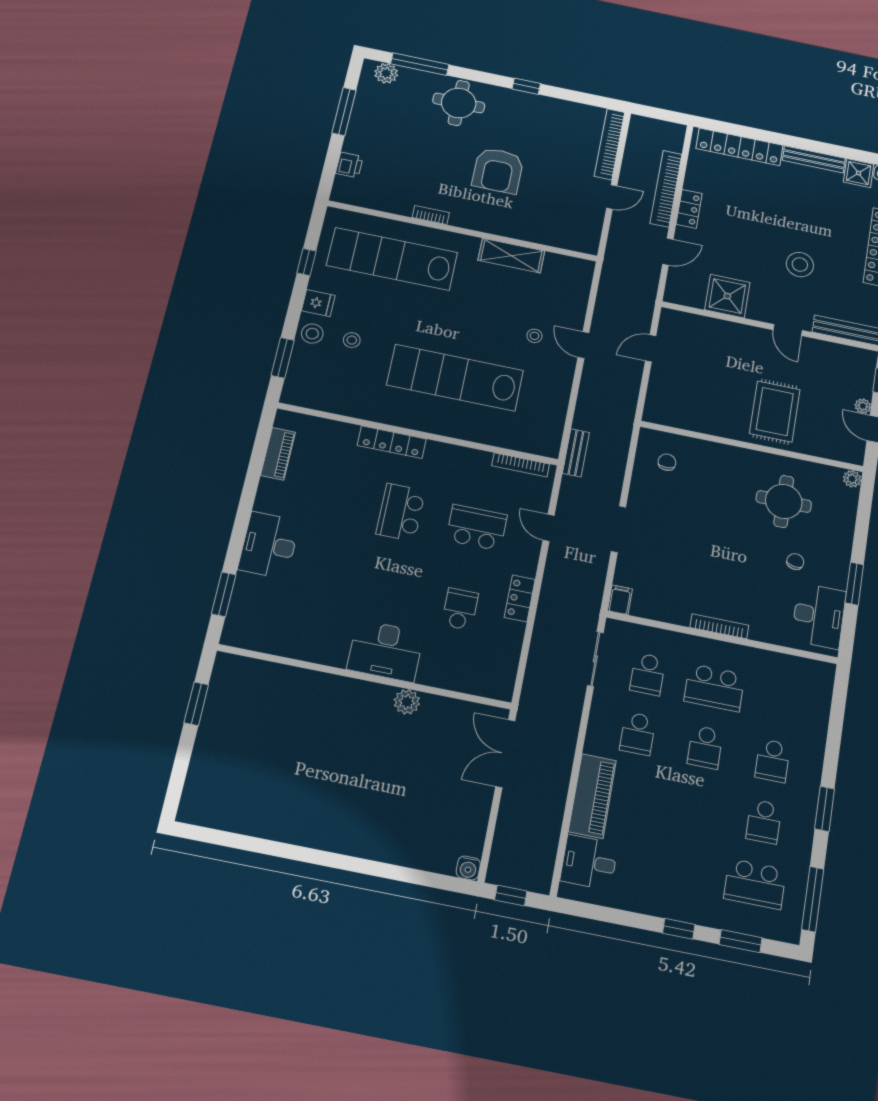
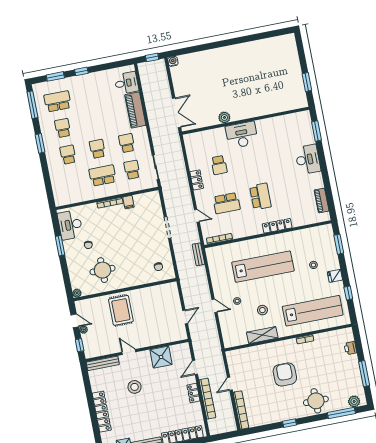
stool: (312, 334) -> (262, 310), moved
filing cabinet: (620, 600) -> (128, 202), moved

